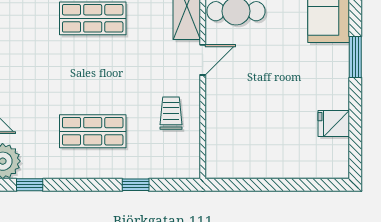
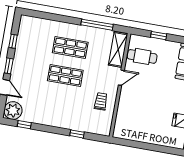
shop shelf: (93, 131) -> (65, 75), moved

